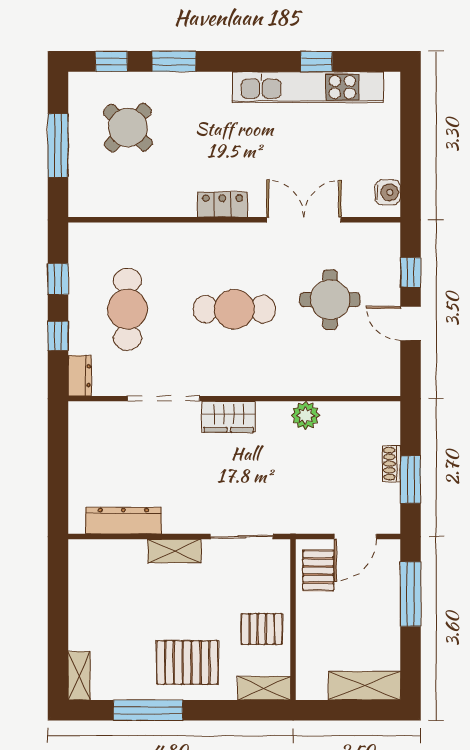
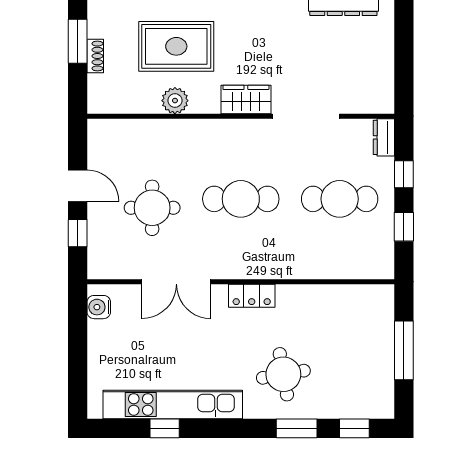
round table: (128, 128) -> (283, 374), moved, turned 37
cafe table: (127, 309) -> (340, 199), turned 90
rug: (304, 474) -> (176, 46), added

